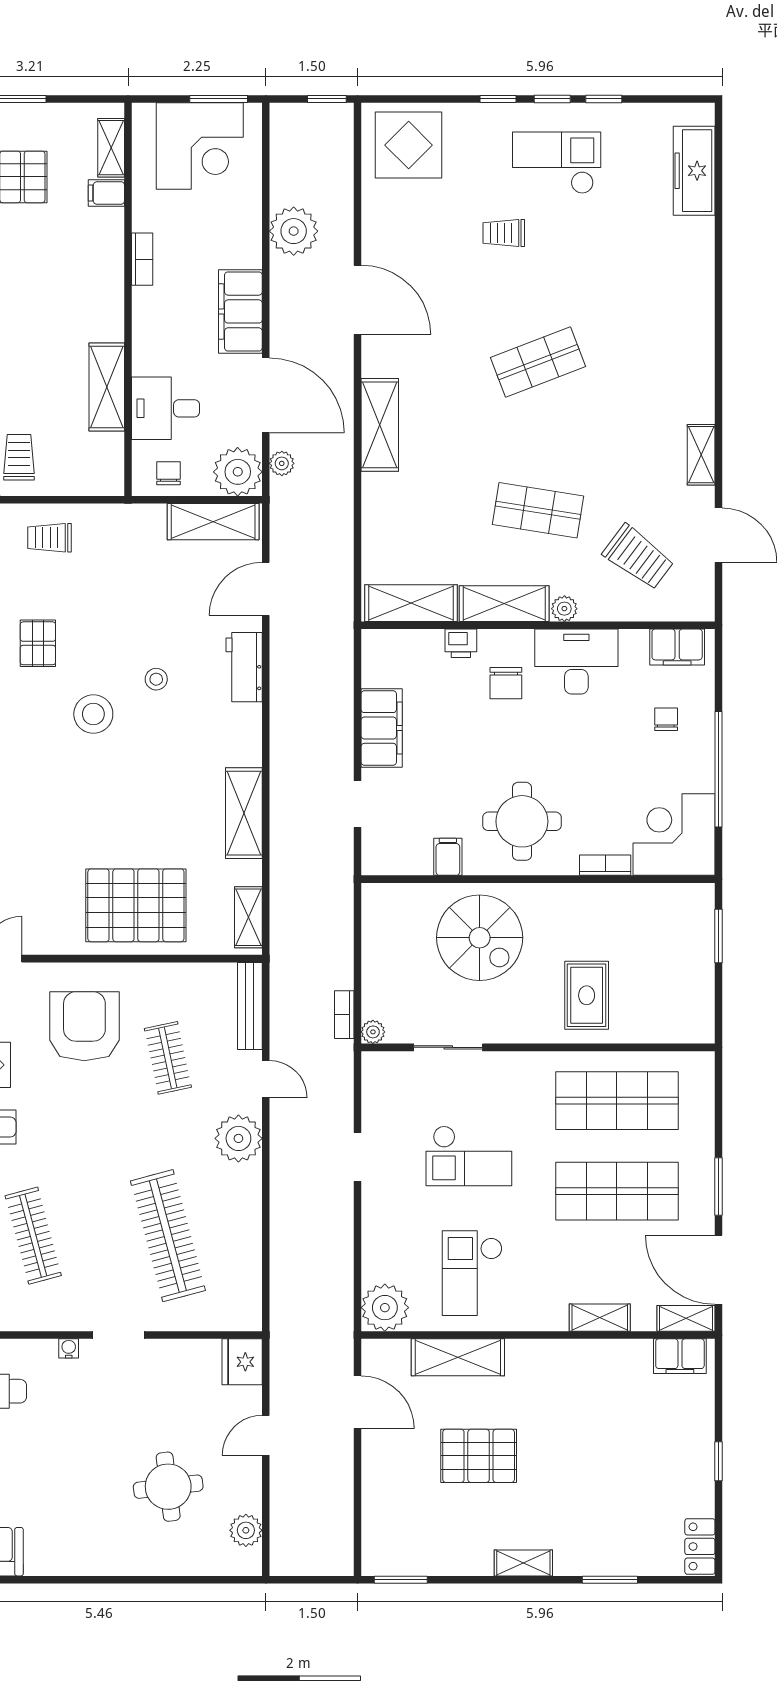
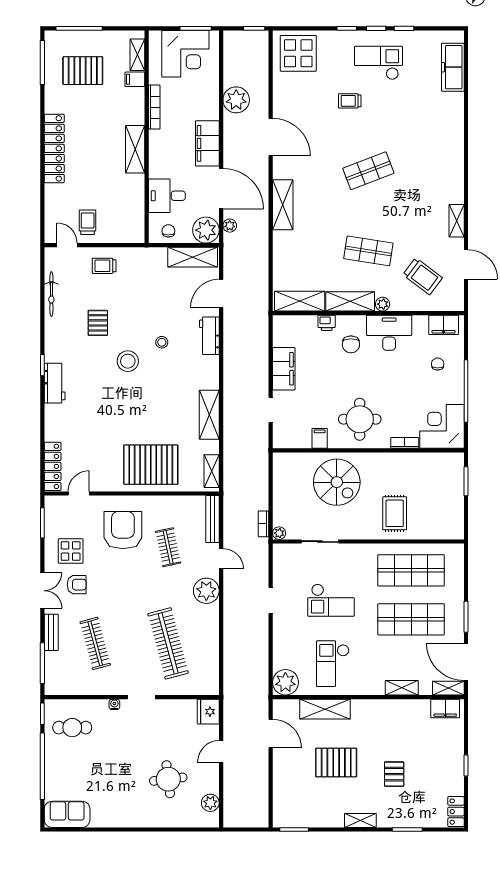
bookcase: (142, 259) -> (154, 107), width x1.56
shelving: (107, 387) -> (135, 149), moved
pallet: (586, 1477) -> (394, 774), added

